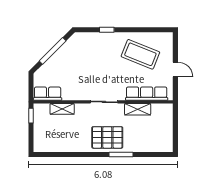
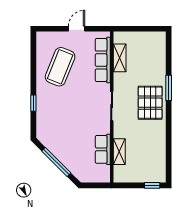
row of seats: (48, 94) -> (103, 149), moved
shelving: (138, 109) -> (120, 58), moved
window: (31, 116) -> (152, 185), moved

